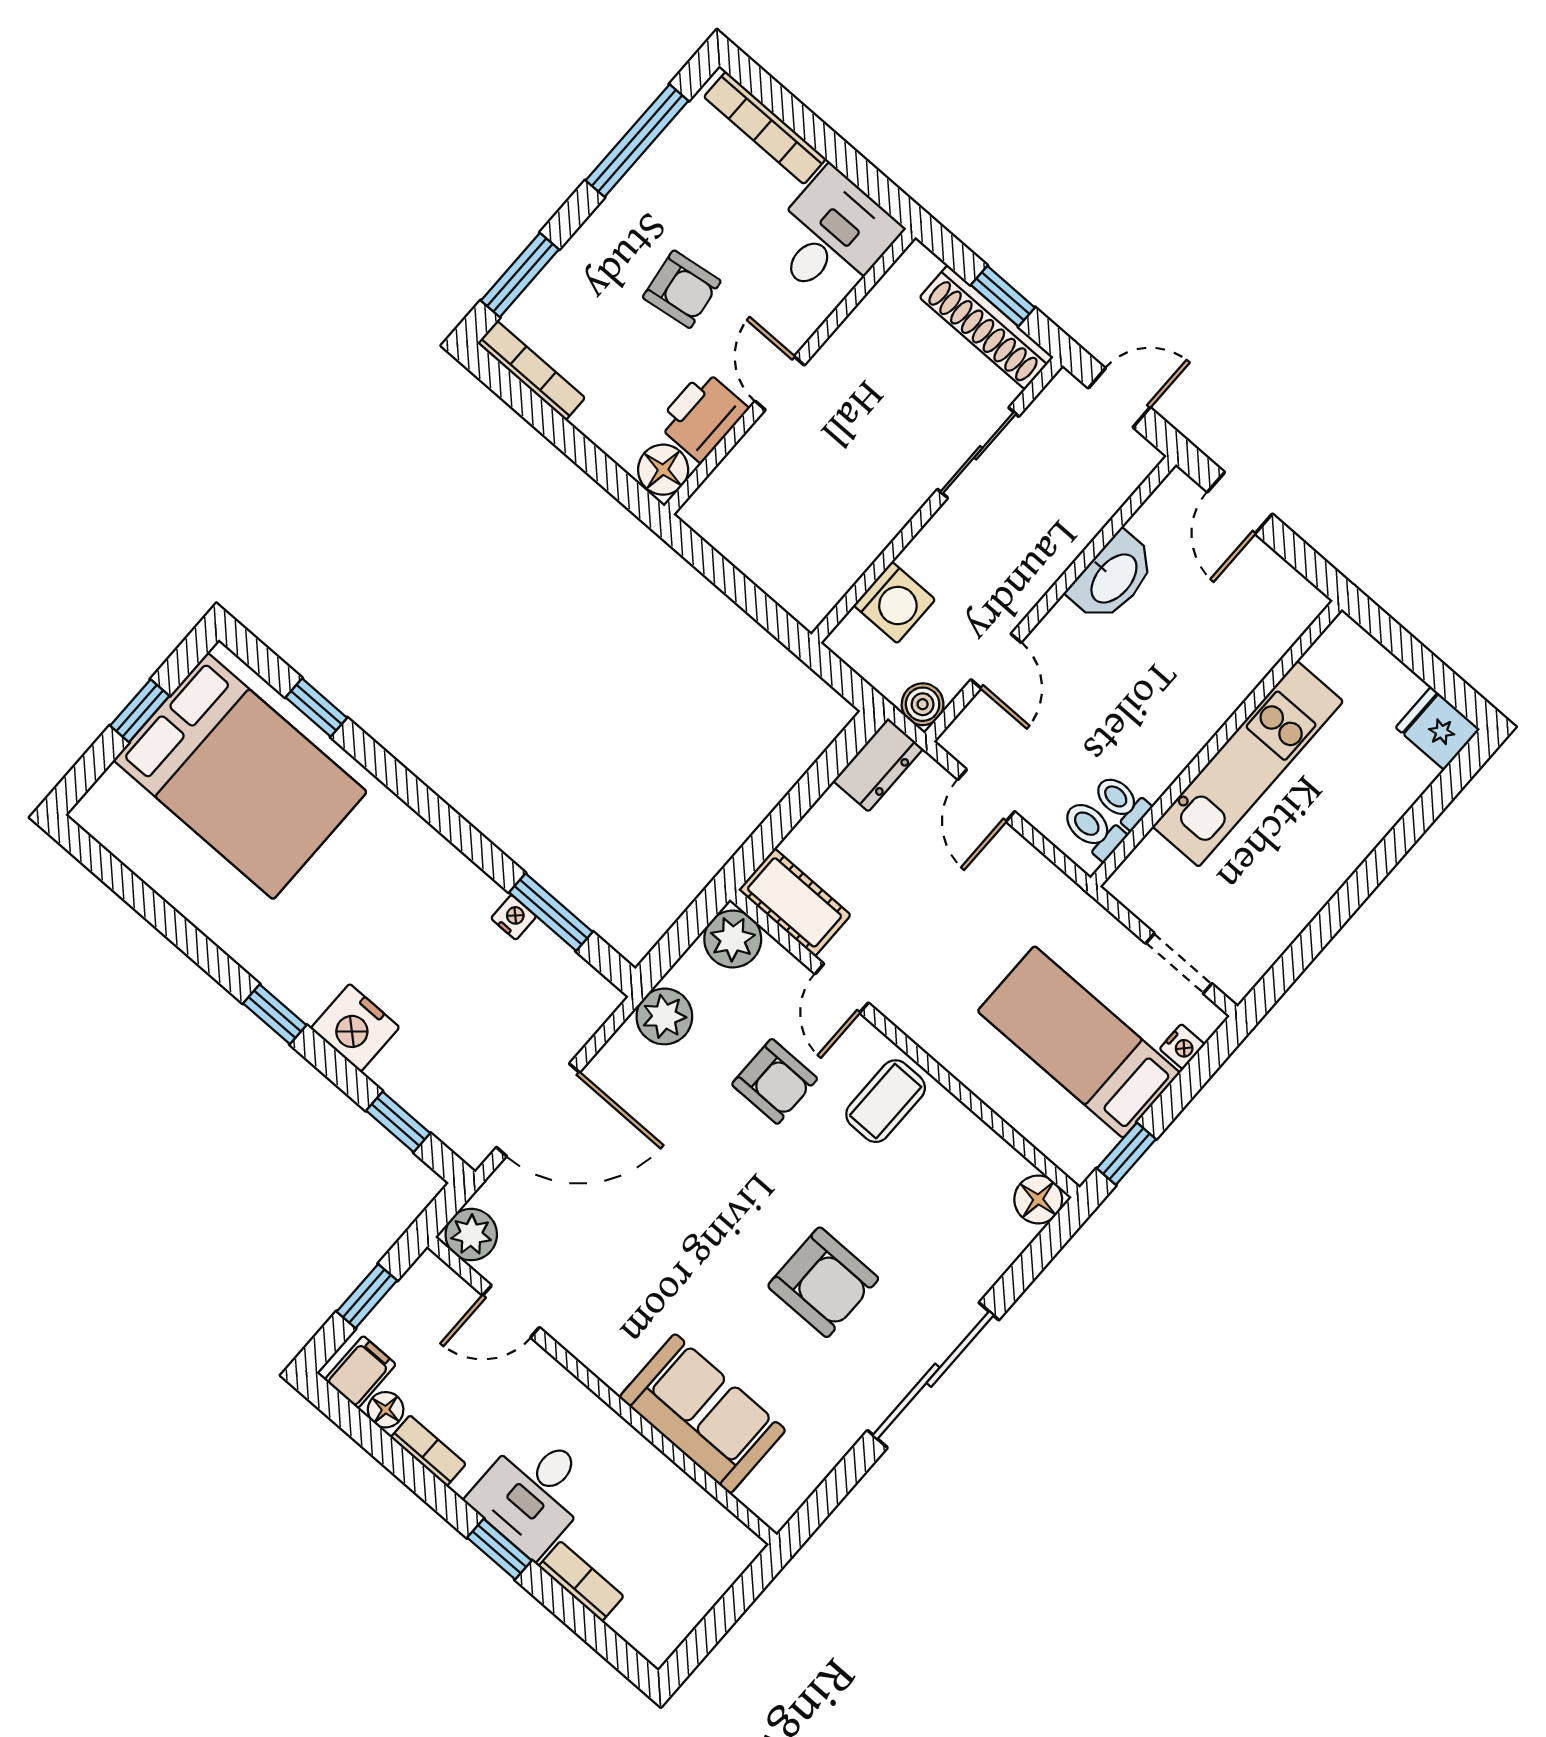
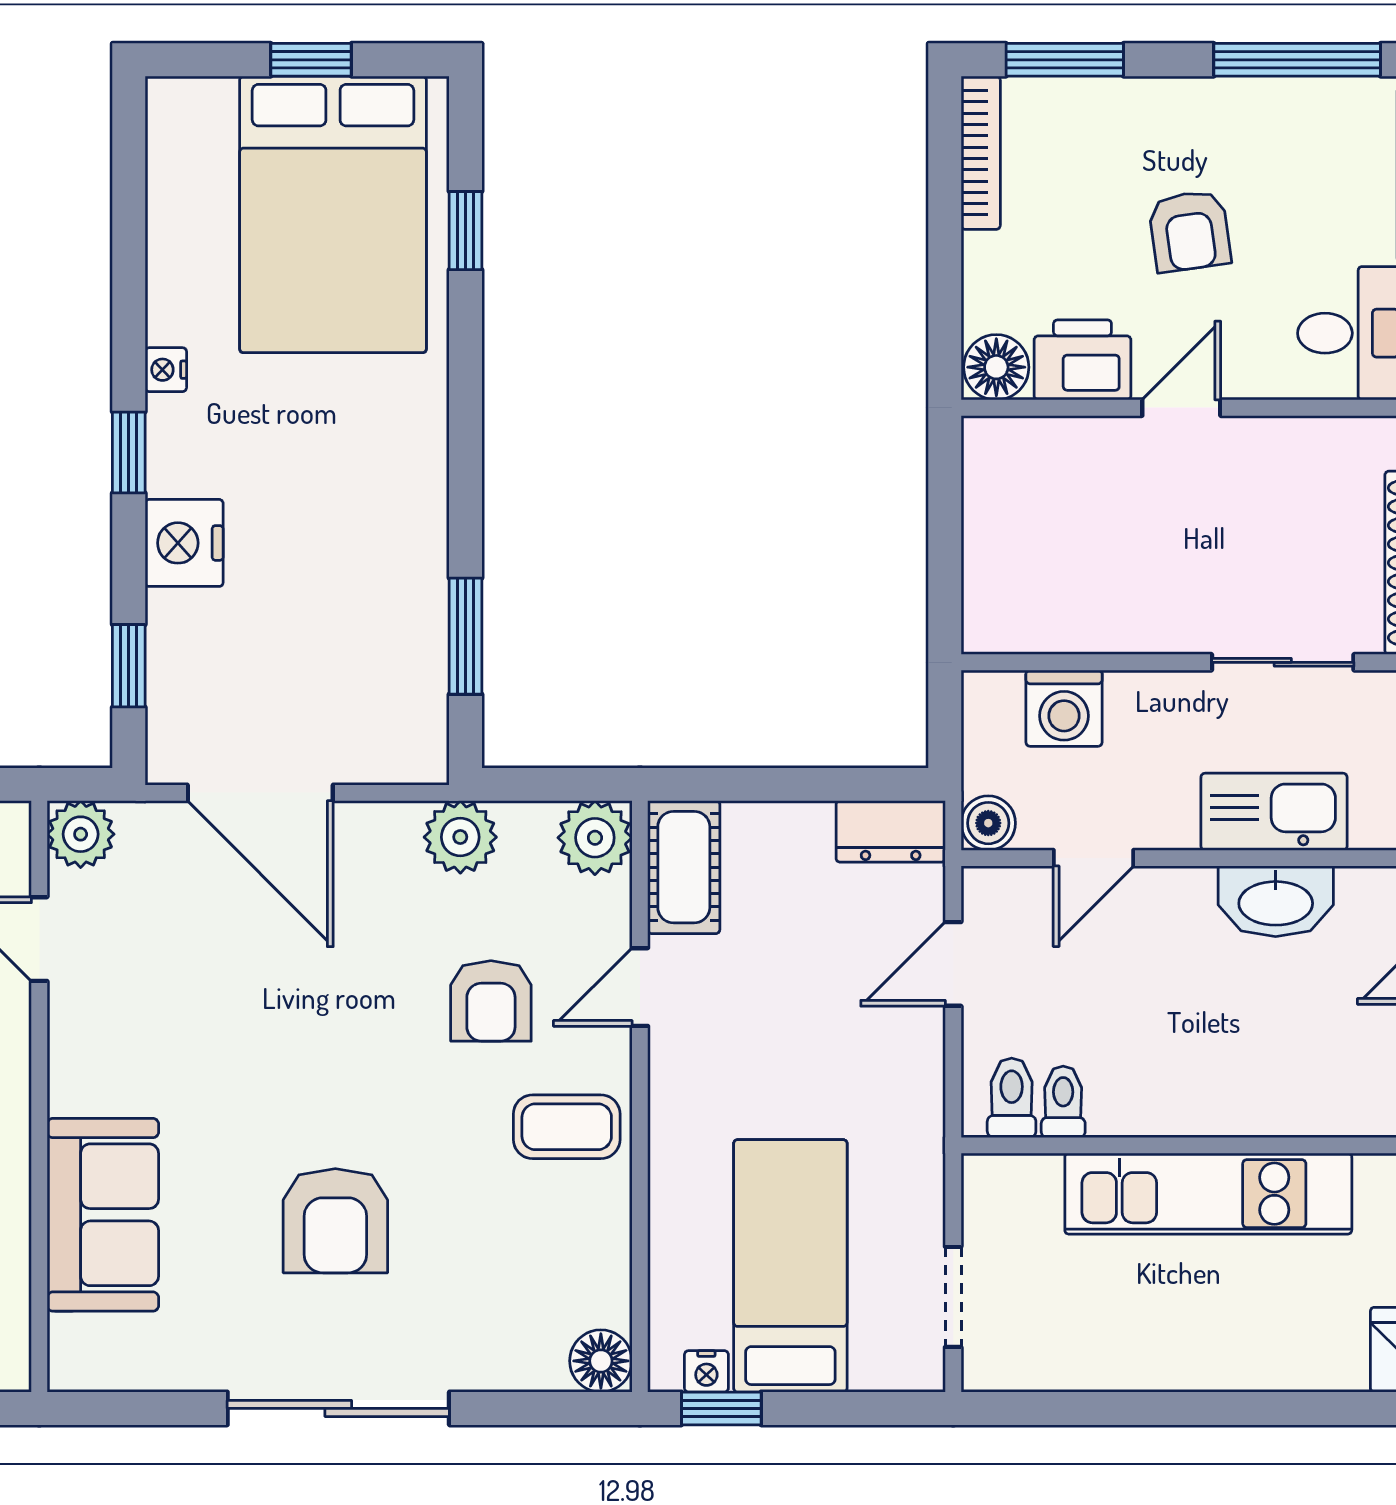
kitchen sink: (1060, 533) -> (1274, 812), added
nightstand: (514, 917) -> (166, 370), moved, turned 180
nightstand: (1182, 1047) -> (706, 1371), moved

